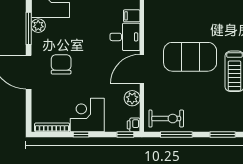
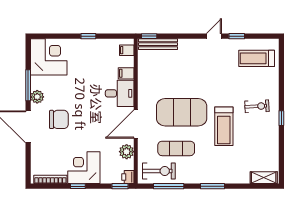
plant: (38, 26) -> (37, 97), moved
chair: (61, 64) -> (59, 119), turned 90
exercise mat: (184, 95) -> (176, 148), added

